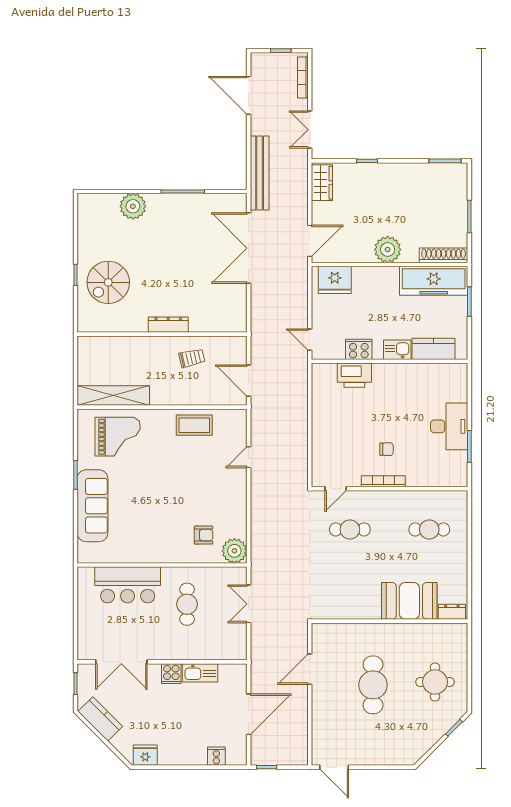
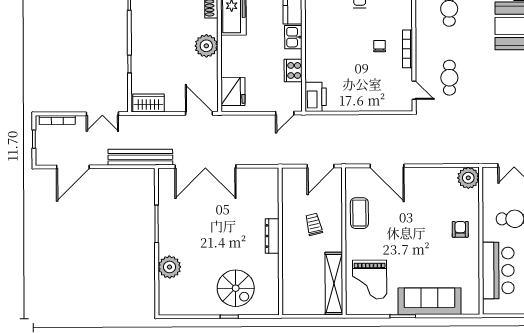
trolley: (192, 358) -> (314, 224), moved
printer: (354, 375) -> (316, 97), moved
grand piano: (118, 437) -> (370, 280), turned 180
door: (249, 457) -> (387, 166), width x1.88
armchair: (204, 535) -> (460, 229), moved

